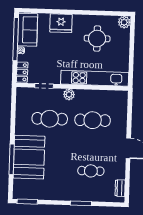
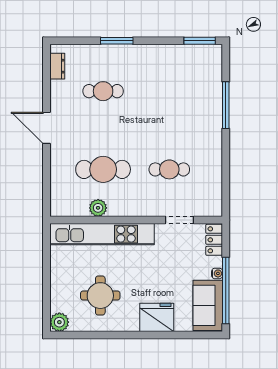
plant: (69, 94) -> (98, 208), moved
cafe table: (50, 119) -> (169, 169), width x0.73, depth x0.74
booth: (29, 157) -> (199, 109), removed

